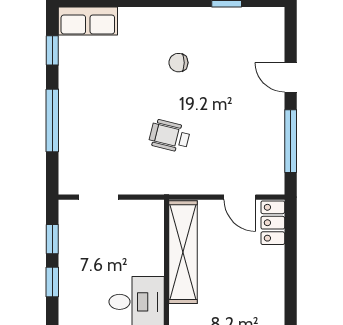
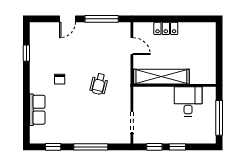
row of seats: (88, 21) -> (37, 110), moved
door: (240, 197) -> (132, 46), hinge flipped
locker: (273, 223) -> (166, 28), moved

